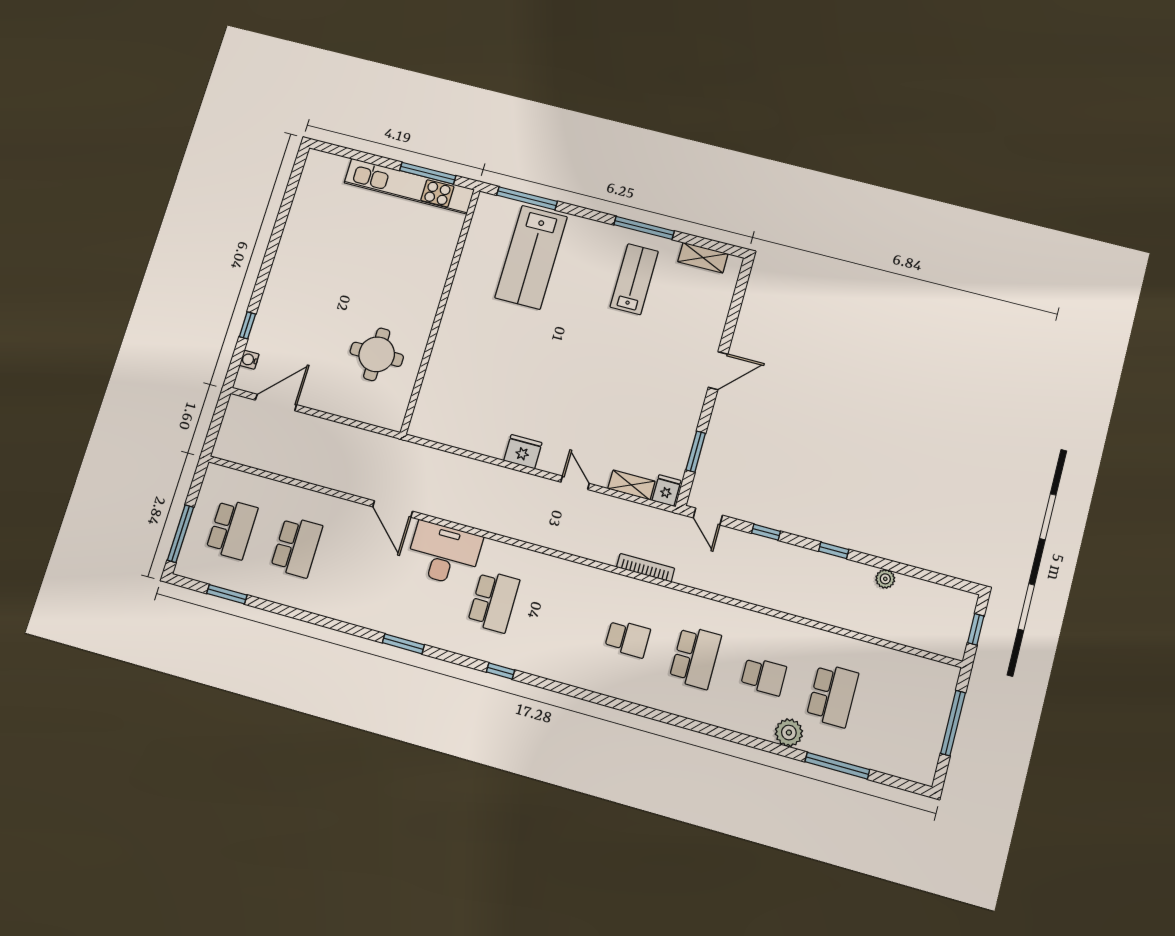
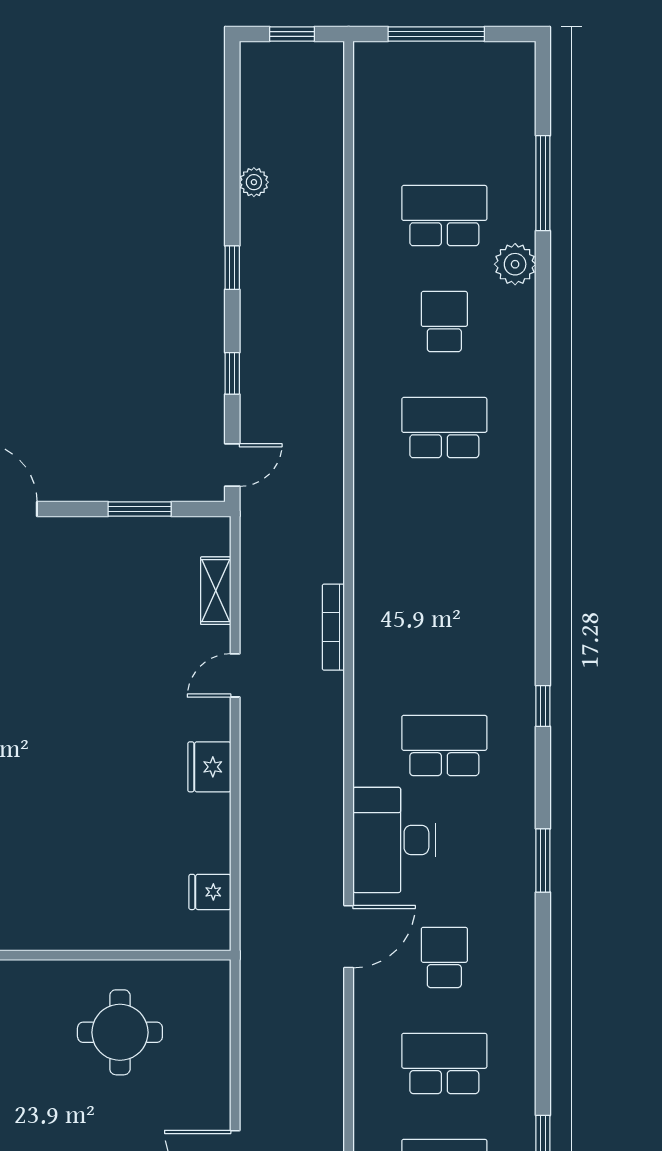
fridge: (666, 490) -> (210, 892), moved
bookcase: (646, 568) -> (333, 627), moved
school desk: (628, 639) -> (444, 957), moved

